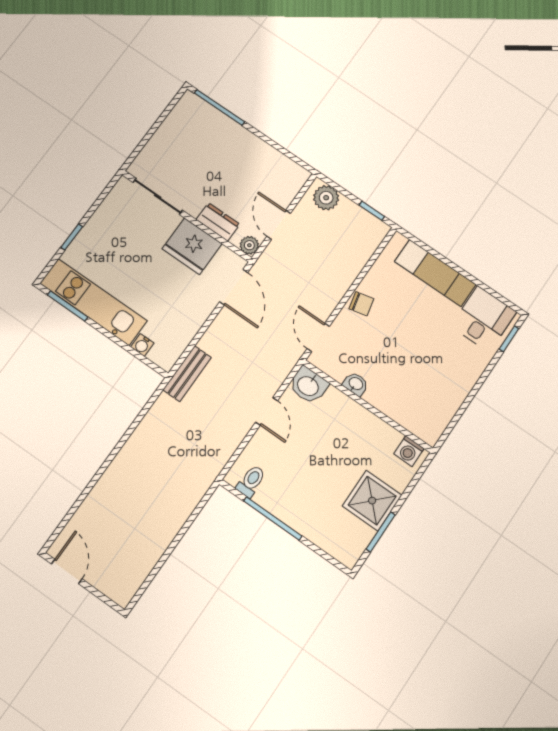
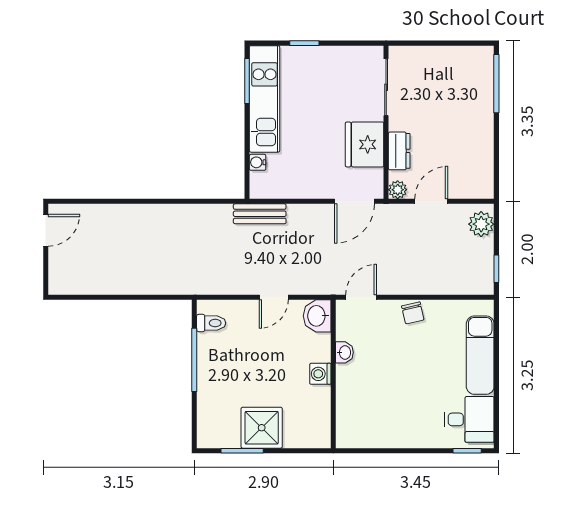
washing machine: (409, 451) -> (320, 374), moved

